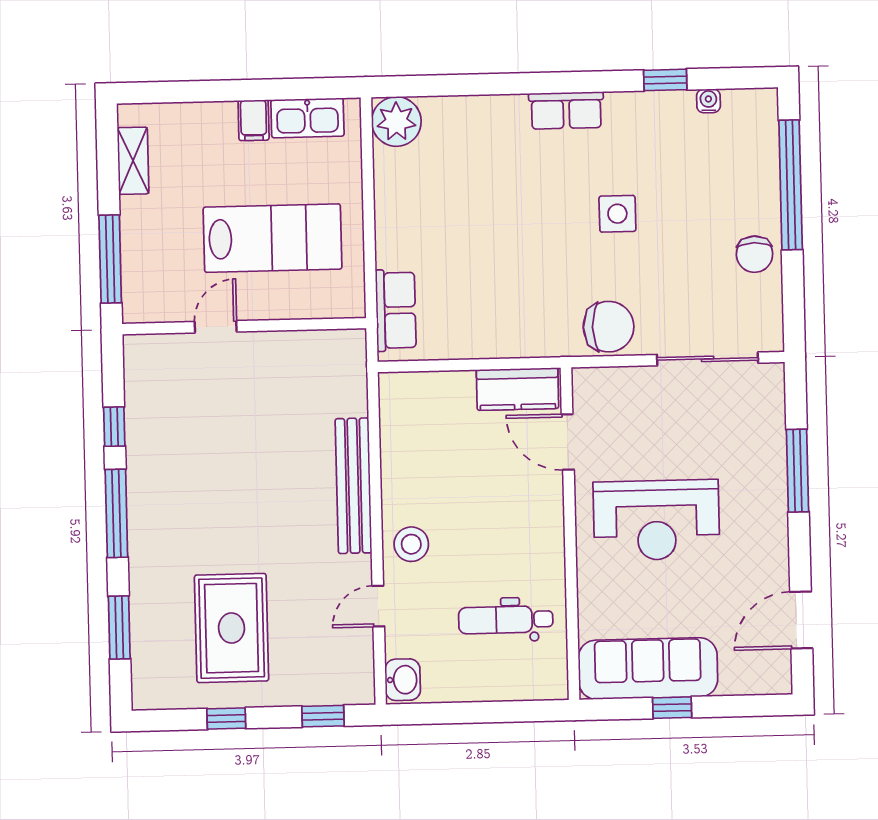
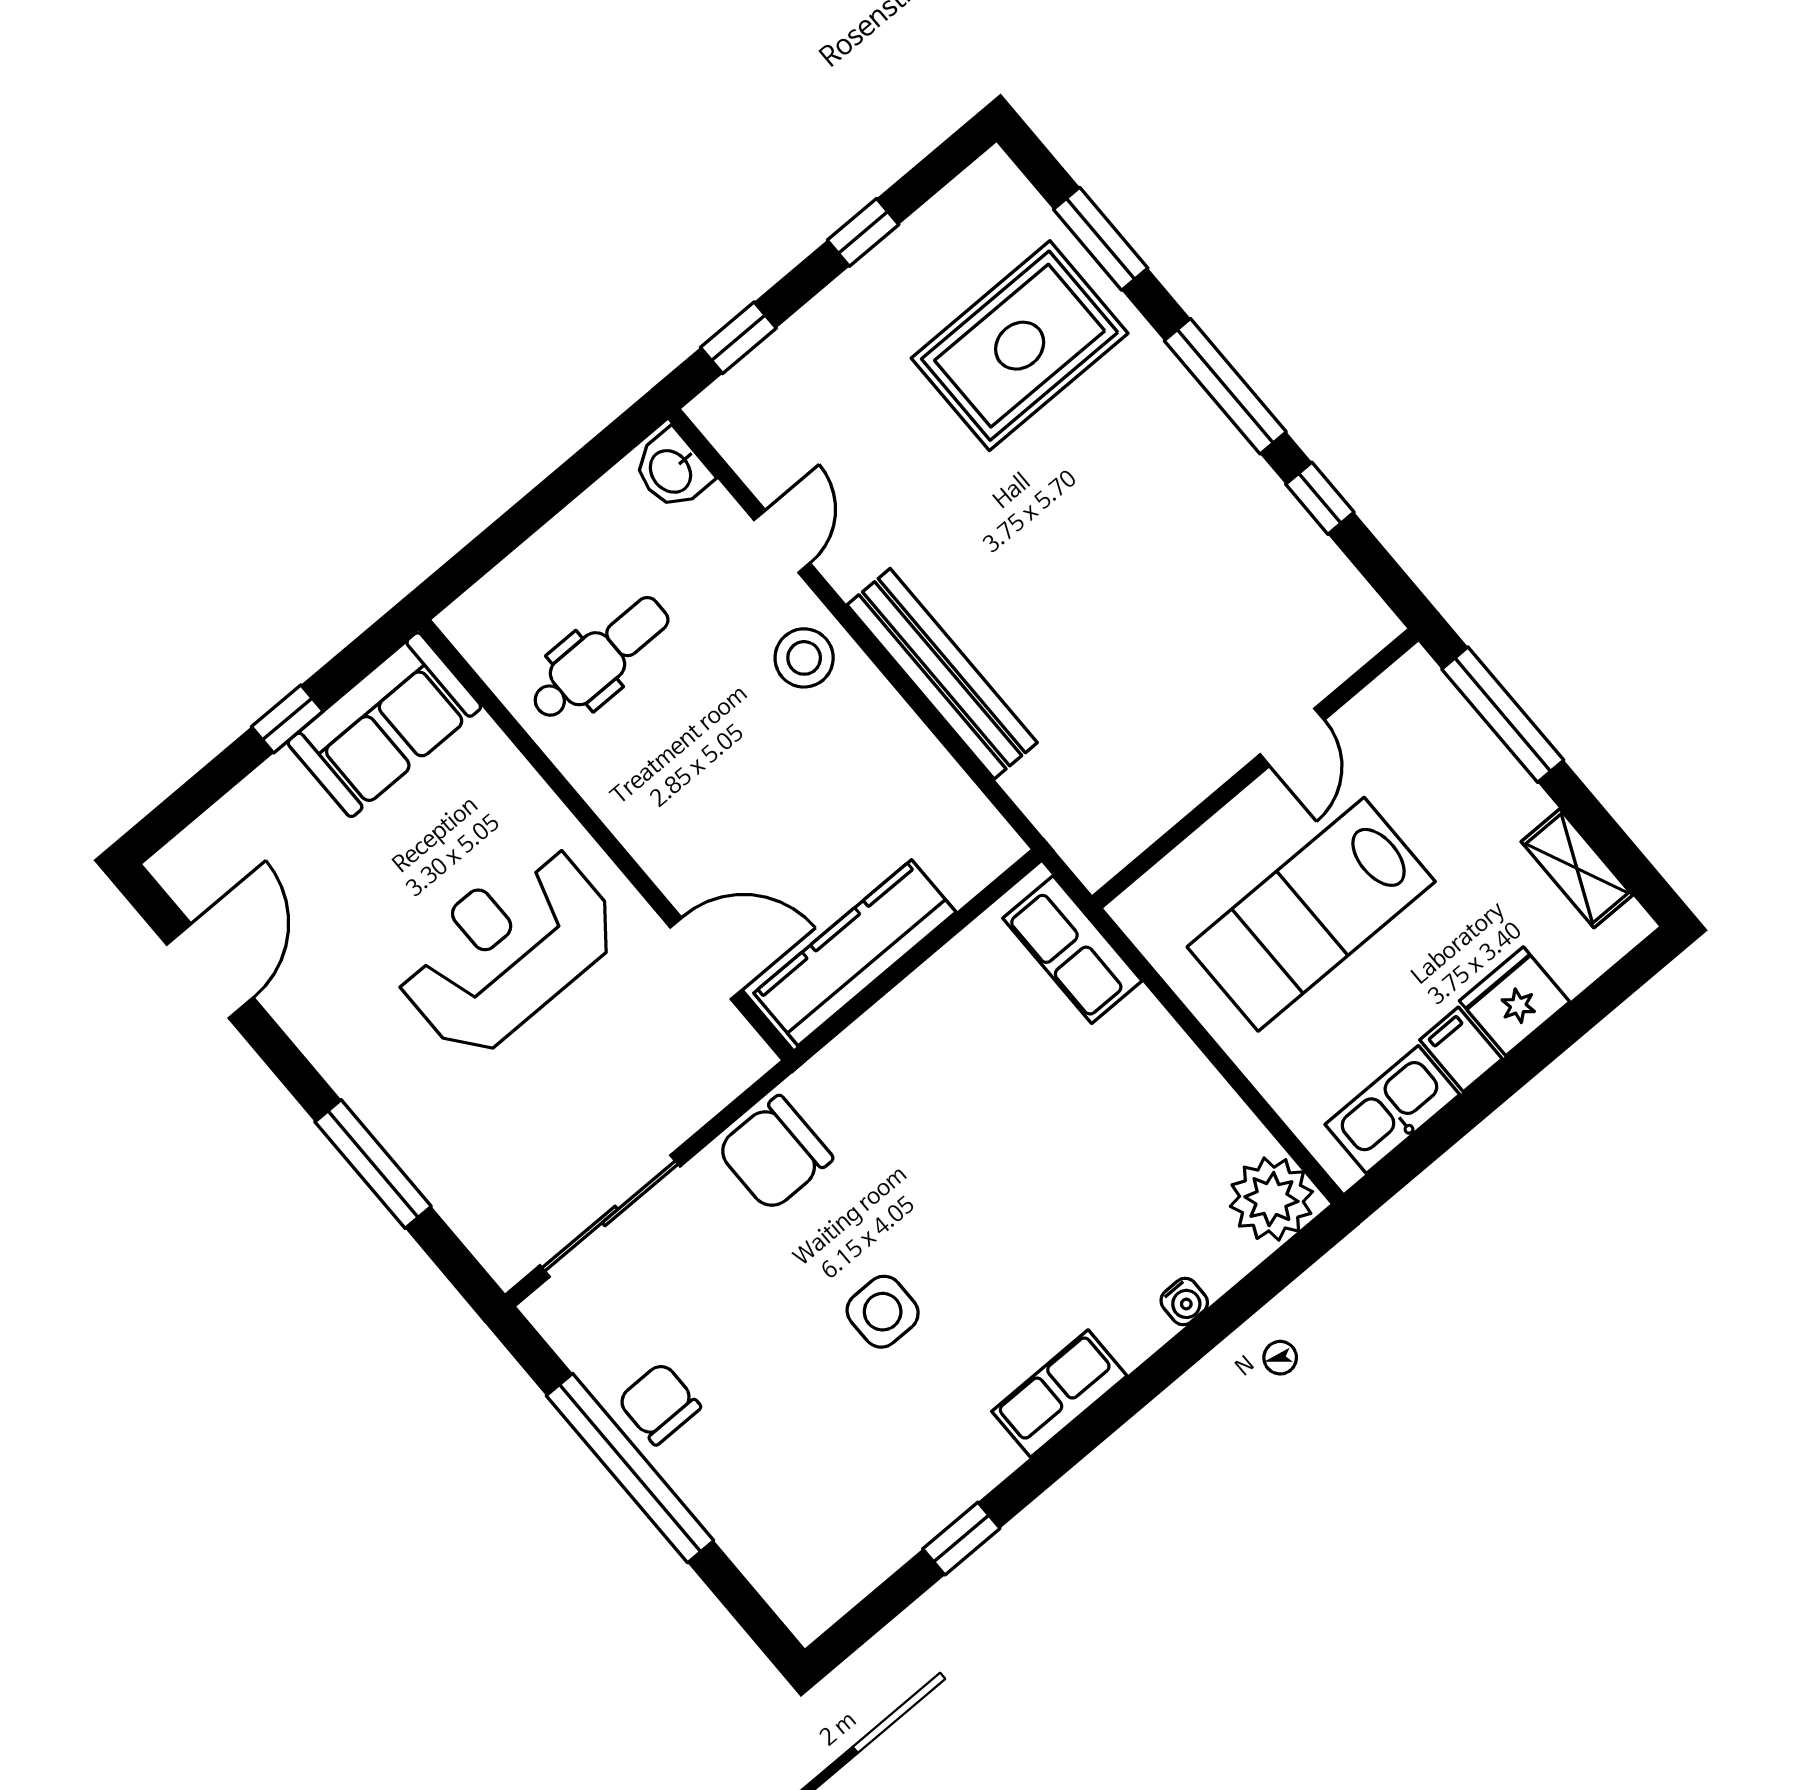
water cooler: (708, 101) -> (1184, 1302), moved
fridge: (211, 123) -> (1515, 1001), added
window: (791, 185) -> (630, 1468), moved
kitchen counter: (518, 389) -> (855, 953), width x1.50
rug: (232, 628) -> (1020, 346), moved, turned 90
sofa: (648, 668) -> (384, 725), width x0.73

